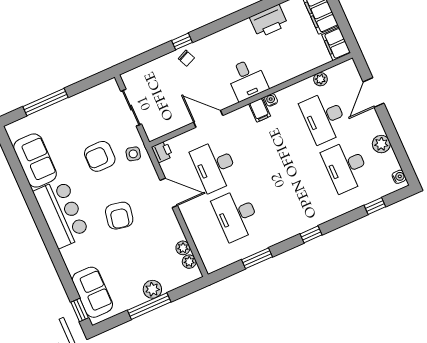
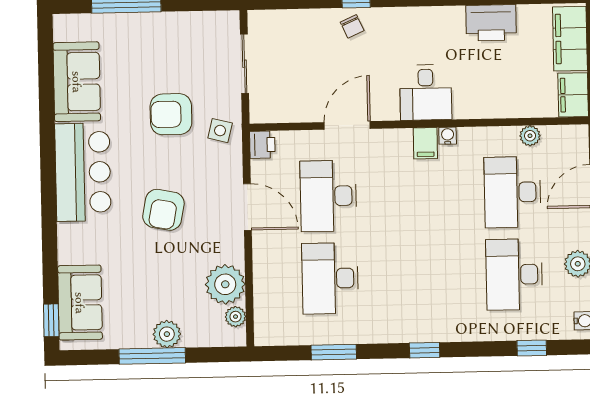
door: (208, 119) -> (347, 125), hinge flipped
plant: (183, 248) -> (225, 284), width x1.87, depth x1.87

